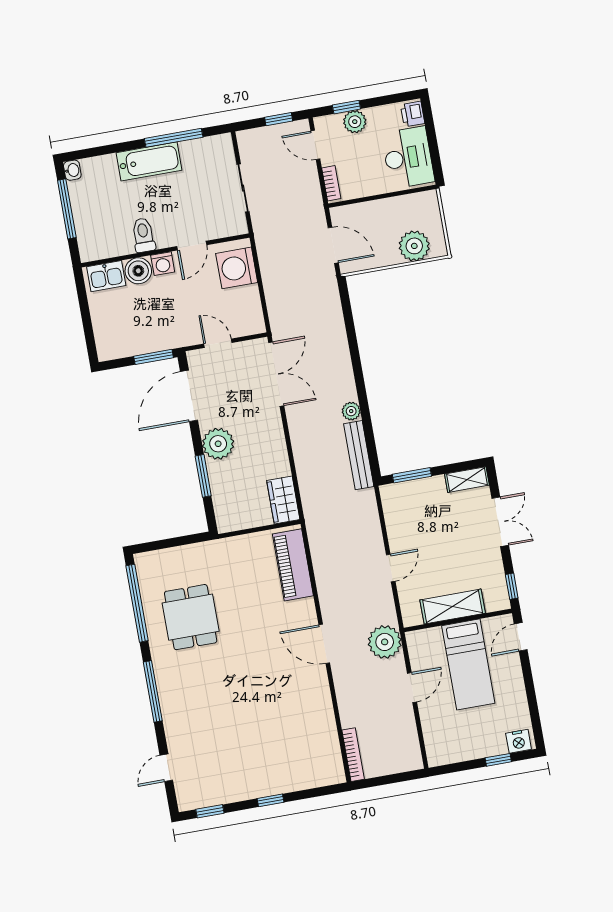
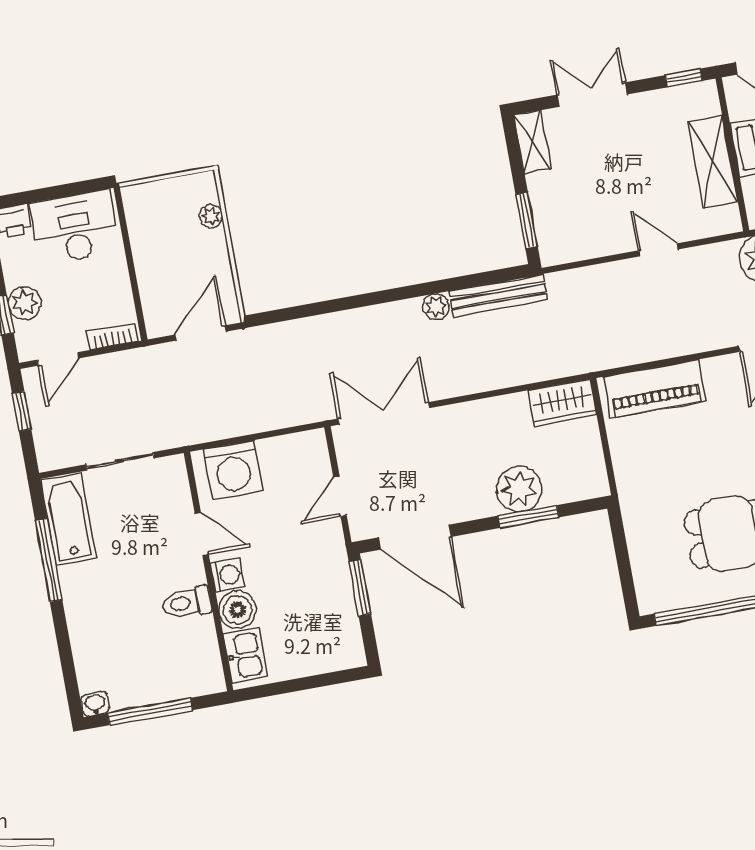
bathtub: (149, 161) -> (69, 519), moved
plant: (414, 246) -> (211, 216), width x0.53, depth x0.53
plant: (218, 444) -> (519, 489), moved

